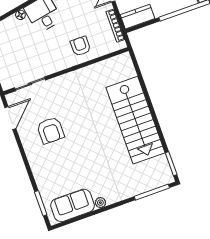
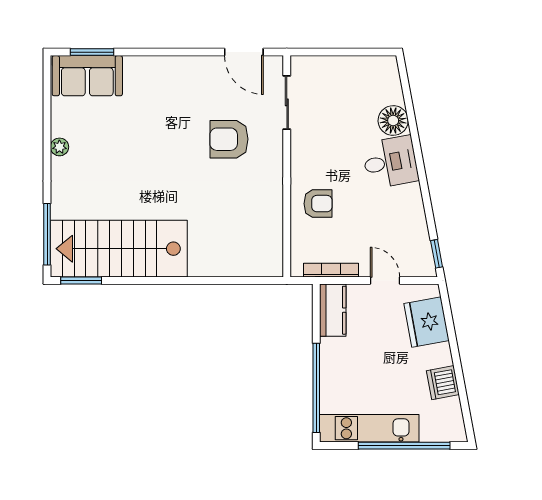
floor lamp: (20, 15) -> (393, 120), width x1.89, depth x1.89
stairs: (135, 120) -> (119, 249), moved
armchair: (51, 130) -> (229, 139), moved
sofa: (72, 205) -> (87, 76), moved, turned 90

